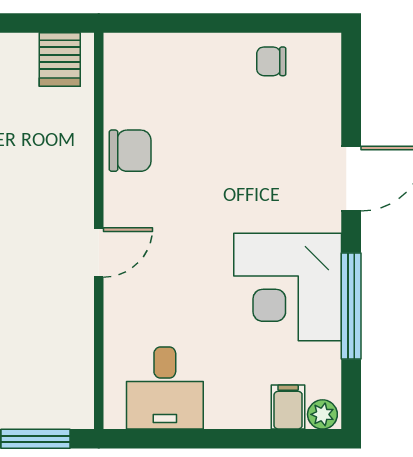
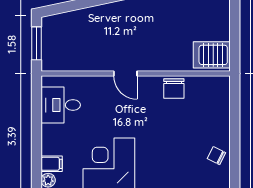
server rack: (60, 60) -> (212, 55), width x1.36, depth x1.44
chair: (271, 61) -> (216, 156), turned -63

